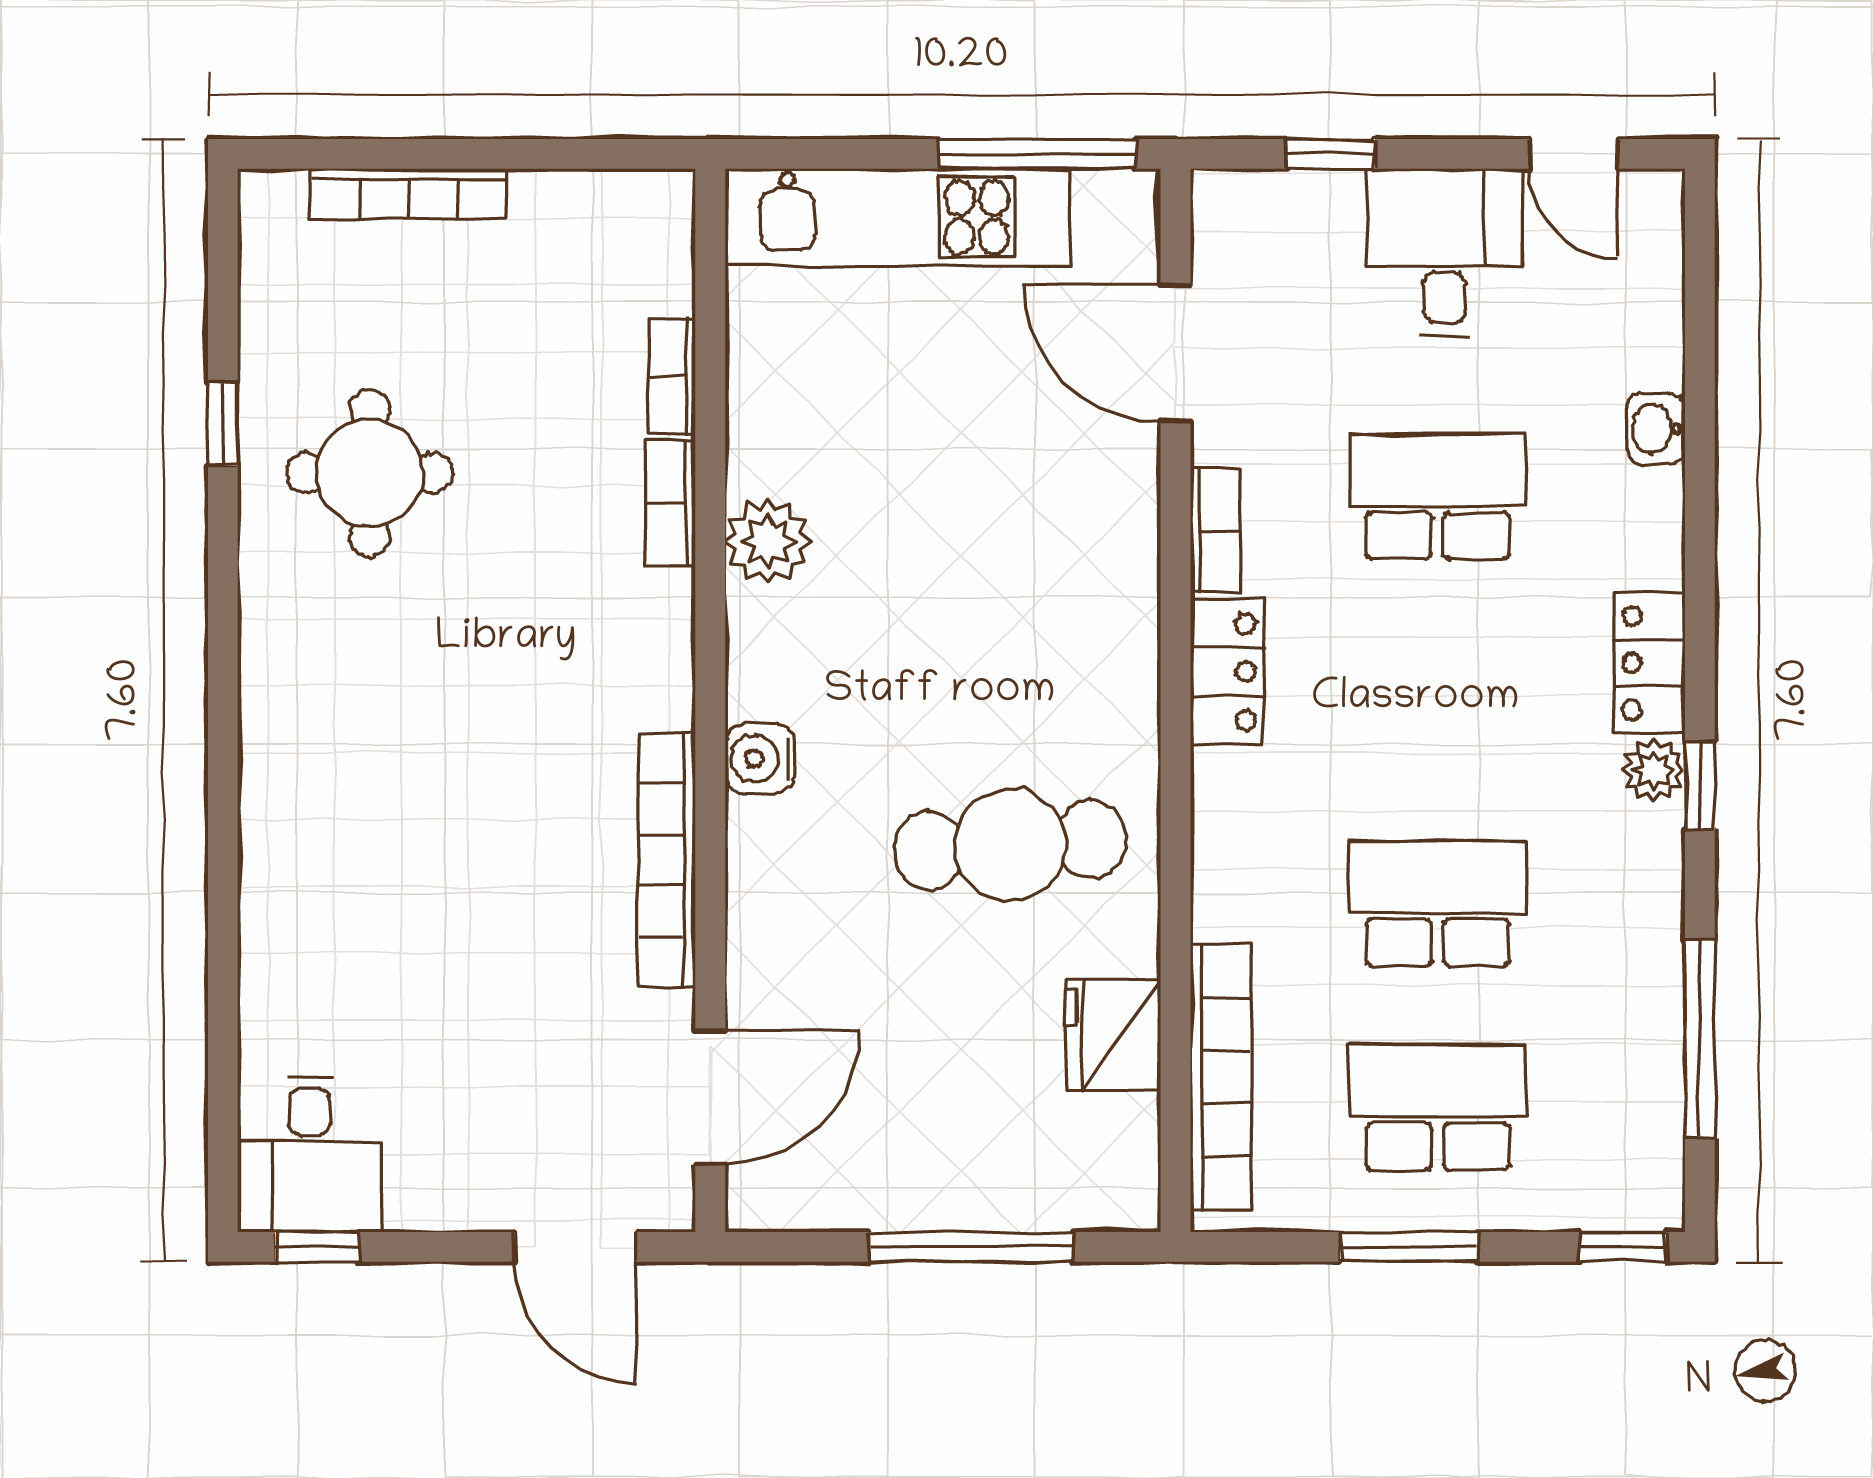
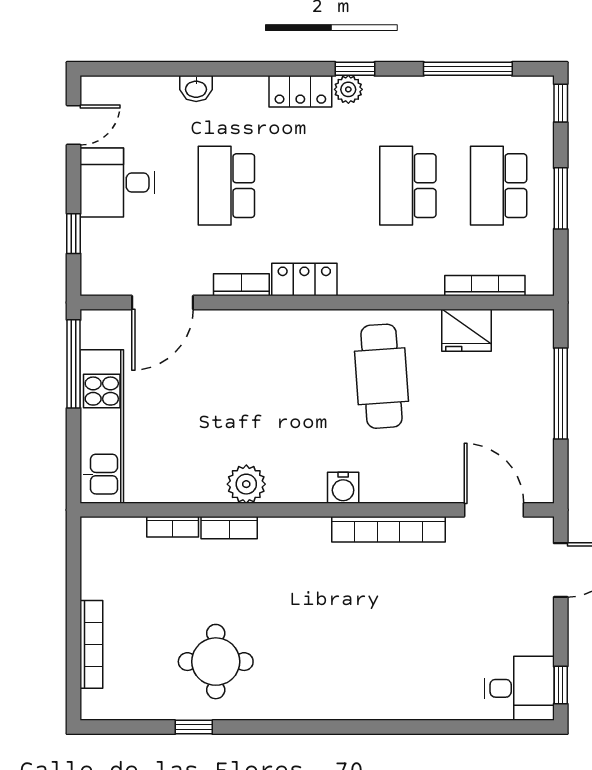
bookcase: (1220, 1077) -> (485, 286), width x0.68, depth x0.76

